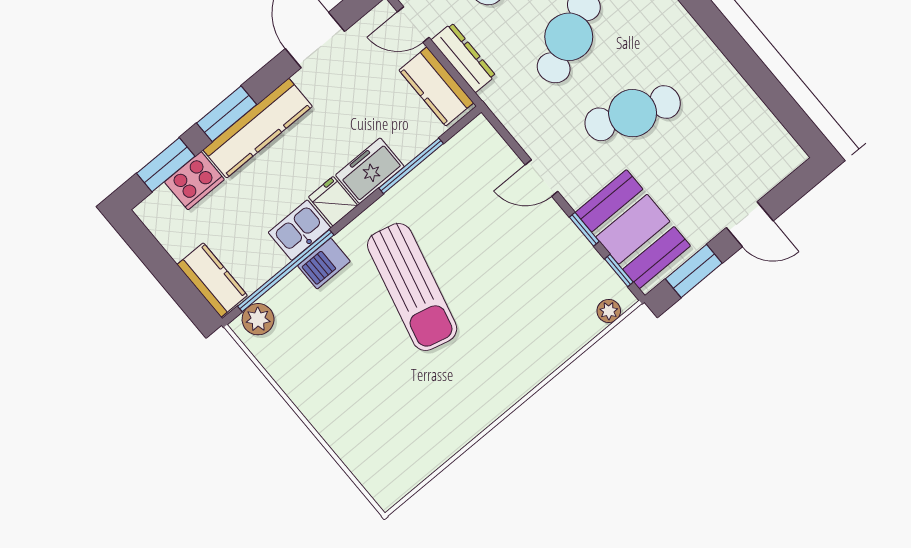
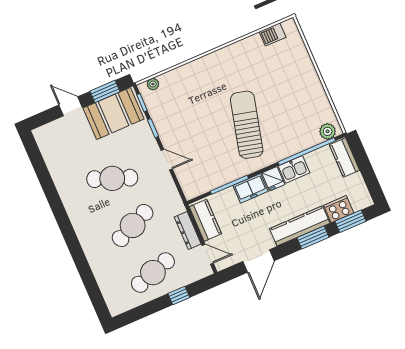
booth: (633, 229) -> (113, 113), moved, turned 90
barbecue: (324, 264) -> (273, 34), moved, turned 180

